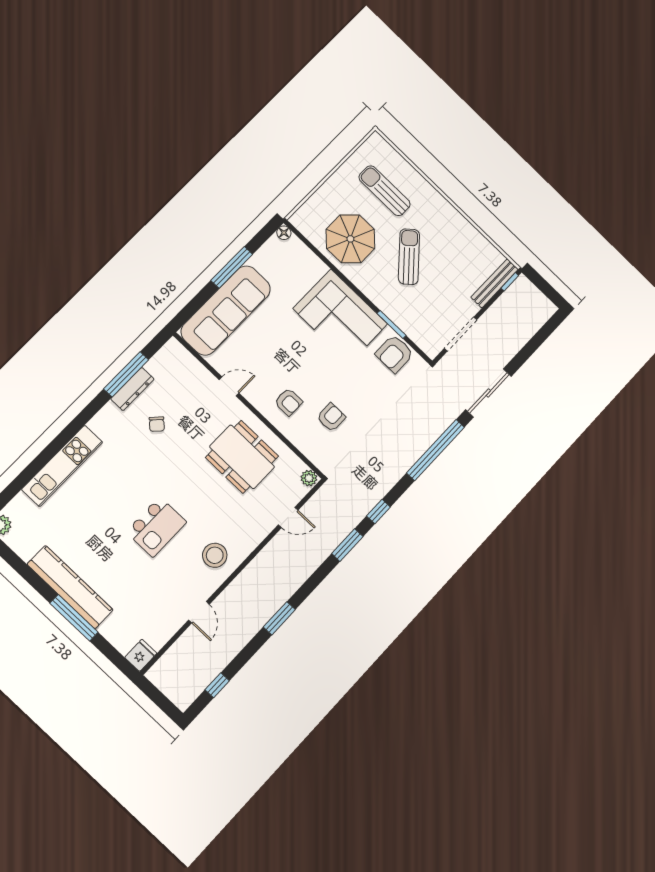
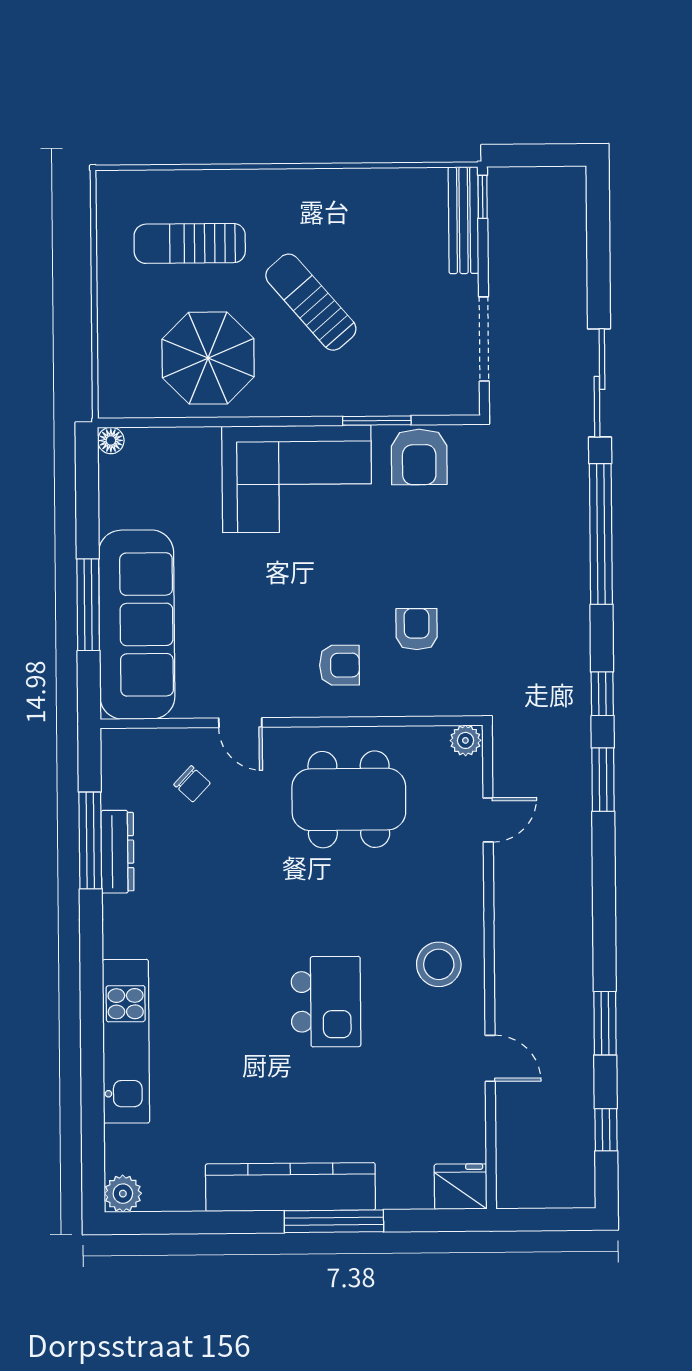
window: (232, 267) -> (88, 605), moved
door: (229, 386) -> (240, 723), swing flipped
chair: (157, 424) -> (192, 784), moved
window: (279, 618) -> (605, 1023), moved
fridge: (141, 655) -> (461, 1187), width x1.38

